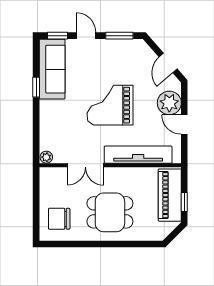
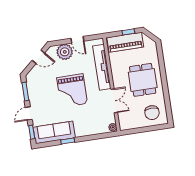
door: (184, 125) -> (77, 40), hinge flipped

